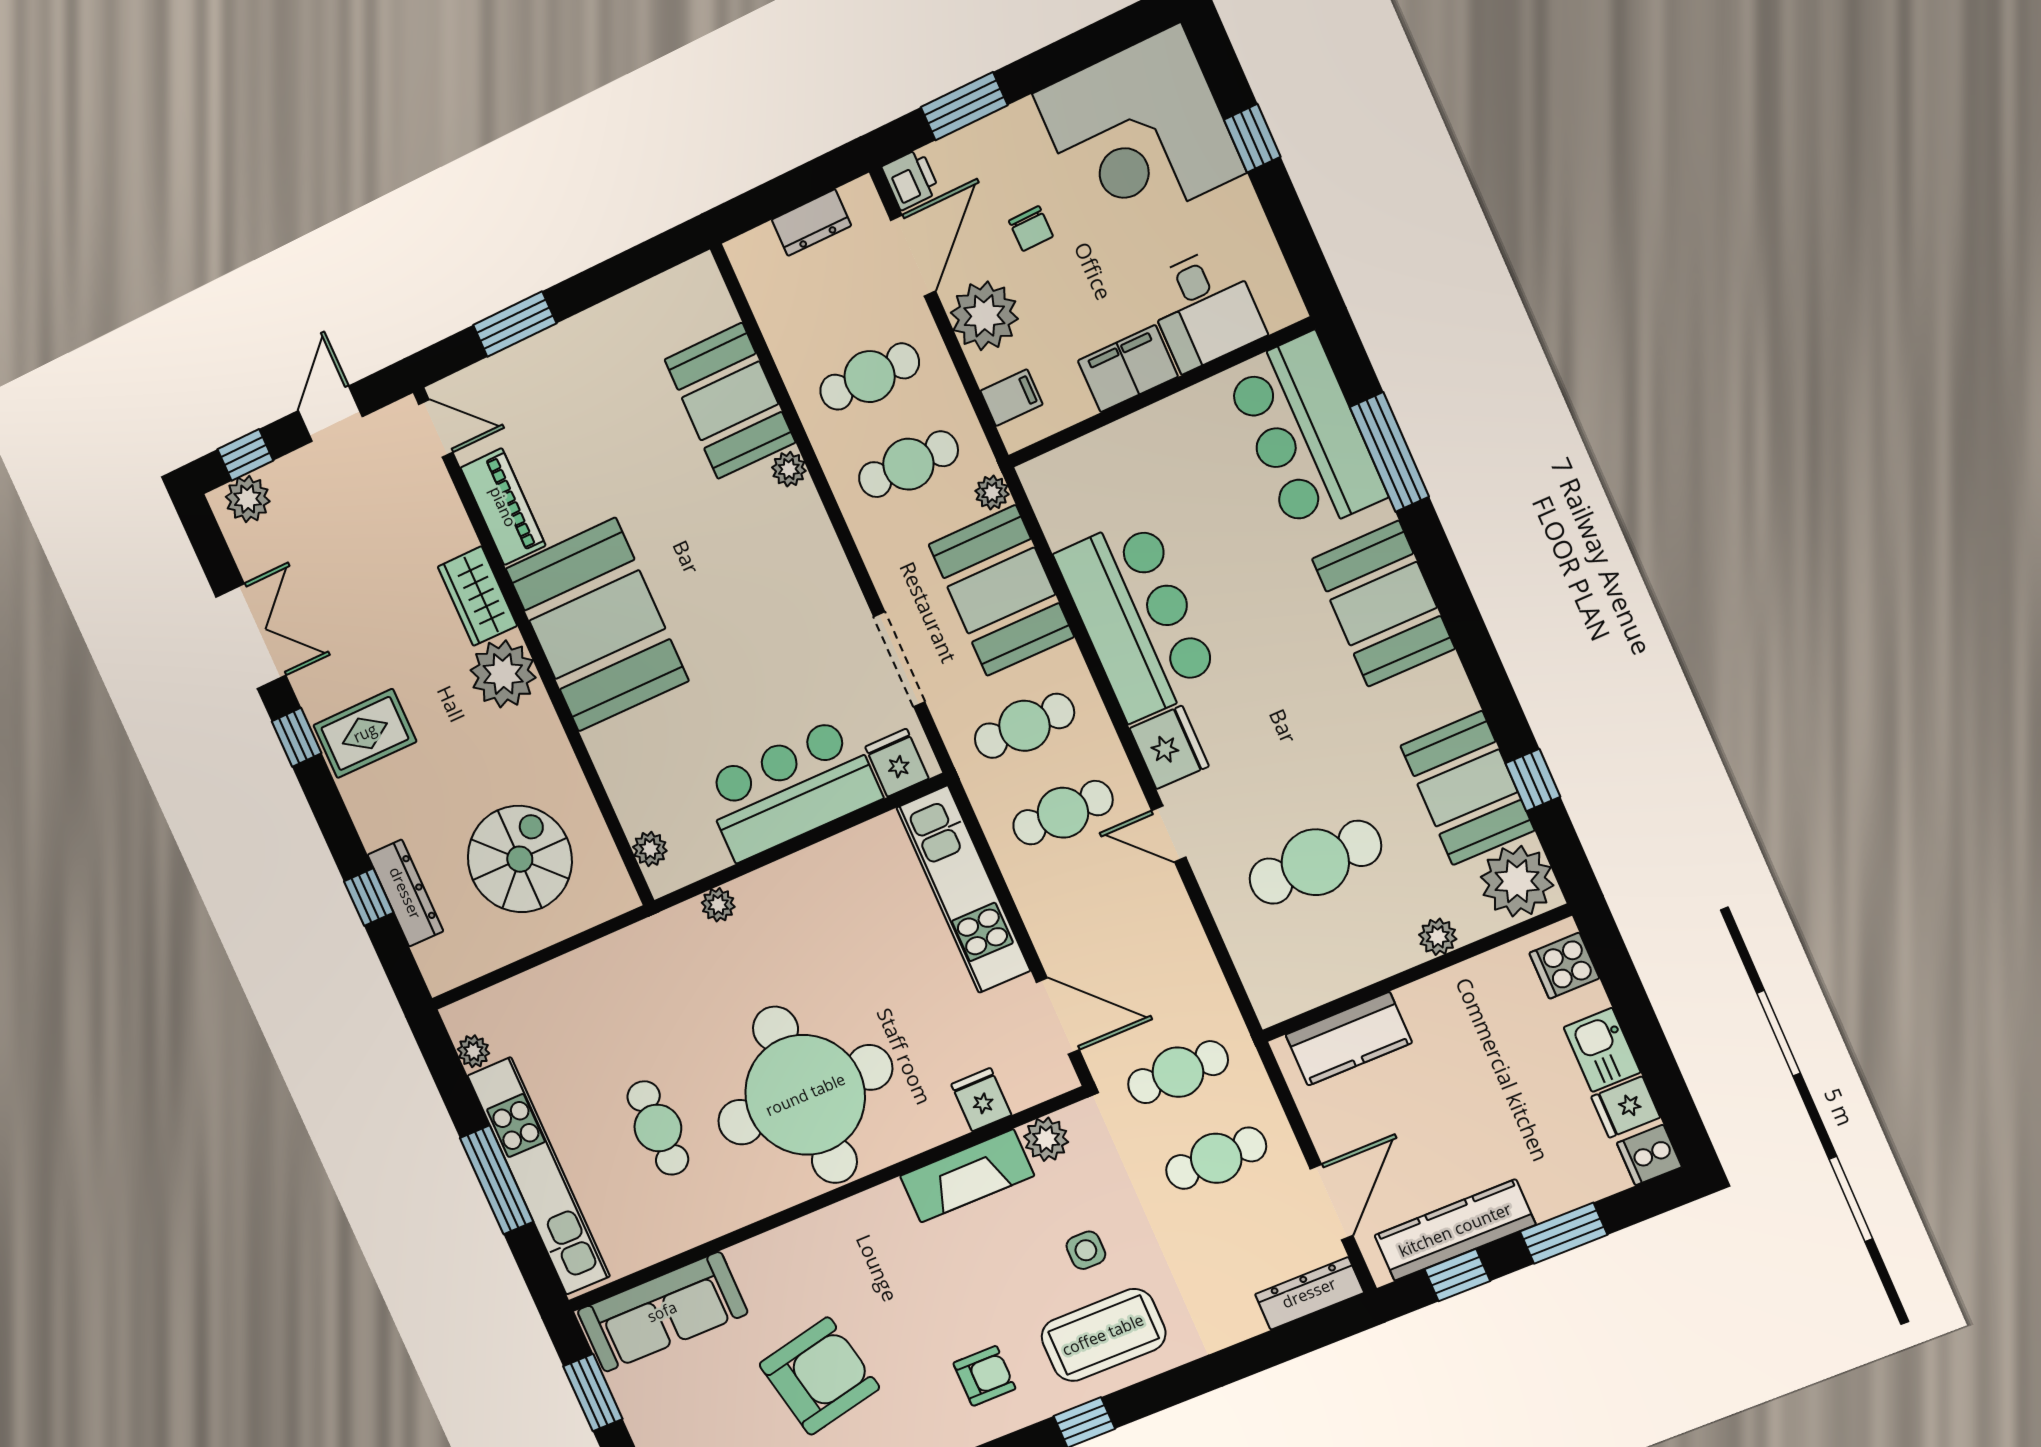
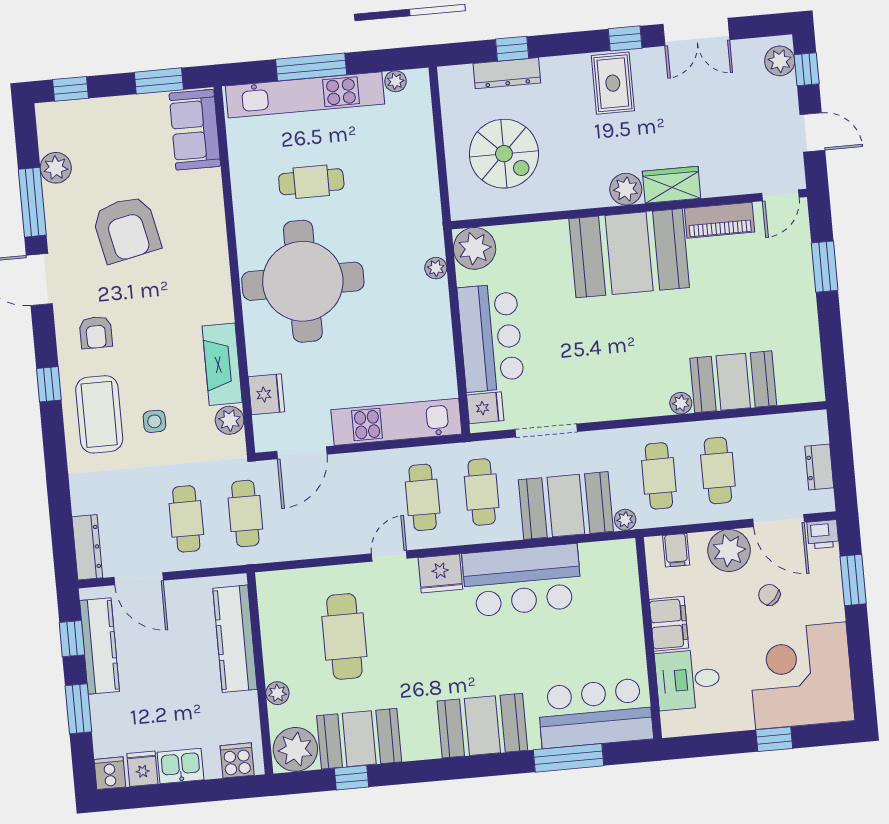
chair: (1031, 229) -> (769, 595), turned 43
plant: (503, 674) -> (626, 189), width x0.73, depth x0.73
plant: (650, 849) -> (475, 248), width x1.88, depth x1.88
kitchen counter: (1349, 1039) -> (235, 639), width x1.50
fridge: (981, 1100) -> (266, 394), width x1.38
sofa: (662, 1312) -> (195, 130), width x0.73

